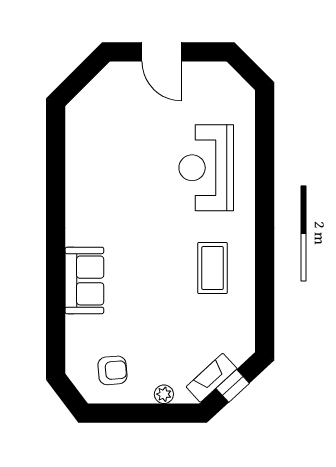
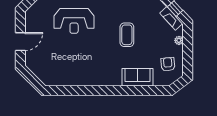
coffee table: (213, 268) -> (127, 35), moved, turned 90
sofa: (84, 280) -> (138, 77), moved

